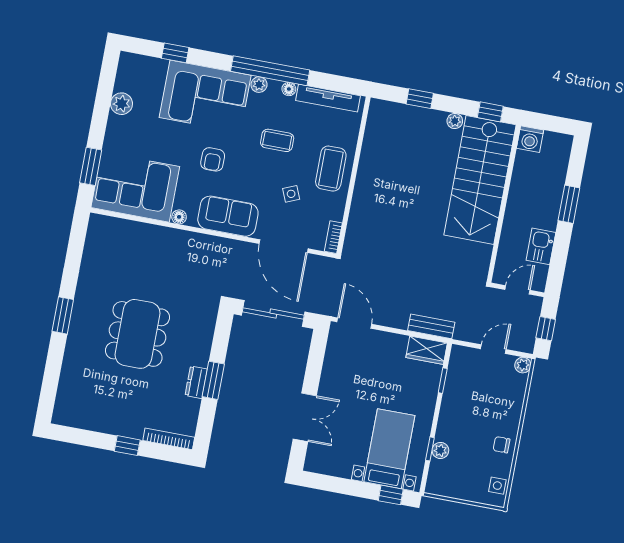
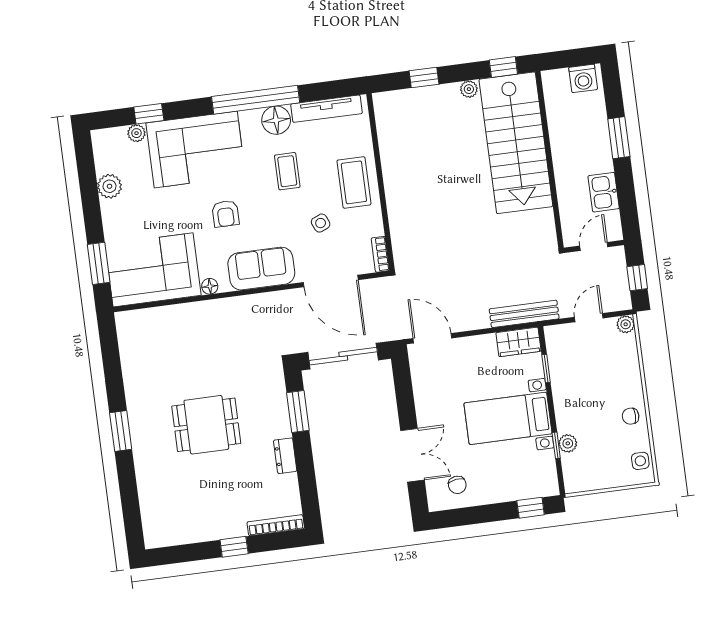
plant: (259, 85) -> (136, 133), moved
floor lamp: (289, 89) -> (276, 120), width x1.89, depth x1.89
washing machine: (530, 139) -> (583, 78), moved
coffee table: (277, 140) -> (287, 171), turned 90
bench: (431, 326) -> (524, 314), width x1.36
dining table: (138, 334) -> (206, 425), width x0.73
window: (213, 380) -> (298, 411), moved
bed with nightstands: (389, 449) -> (508, 418), moved, turned -90
chair: (335, 455) -> (457, 485), added

